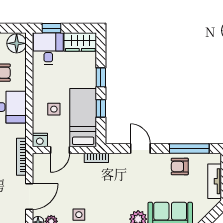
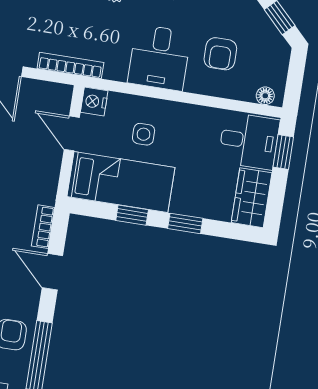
floor lamp: (17, 43) -> (265, 96), width x0.53, depth x0.53
door: (140, 148) -> (52, 272), swing flipped
bookcase: (96, 158) -> (43, 227), moved

